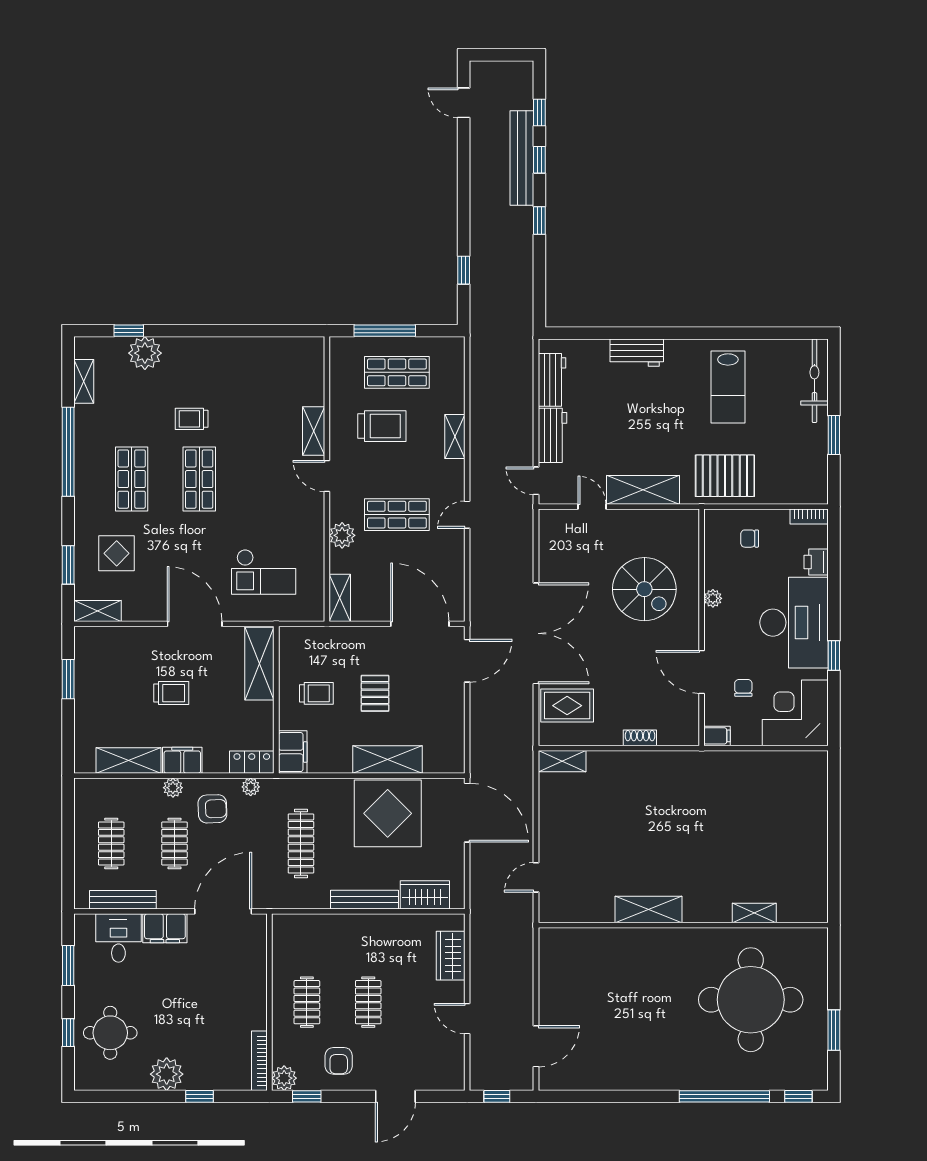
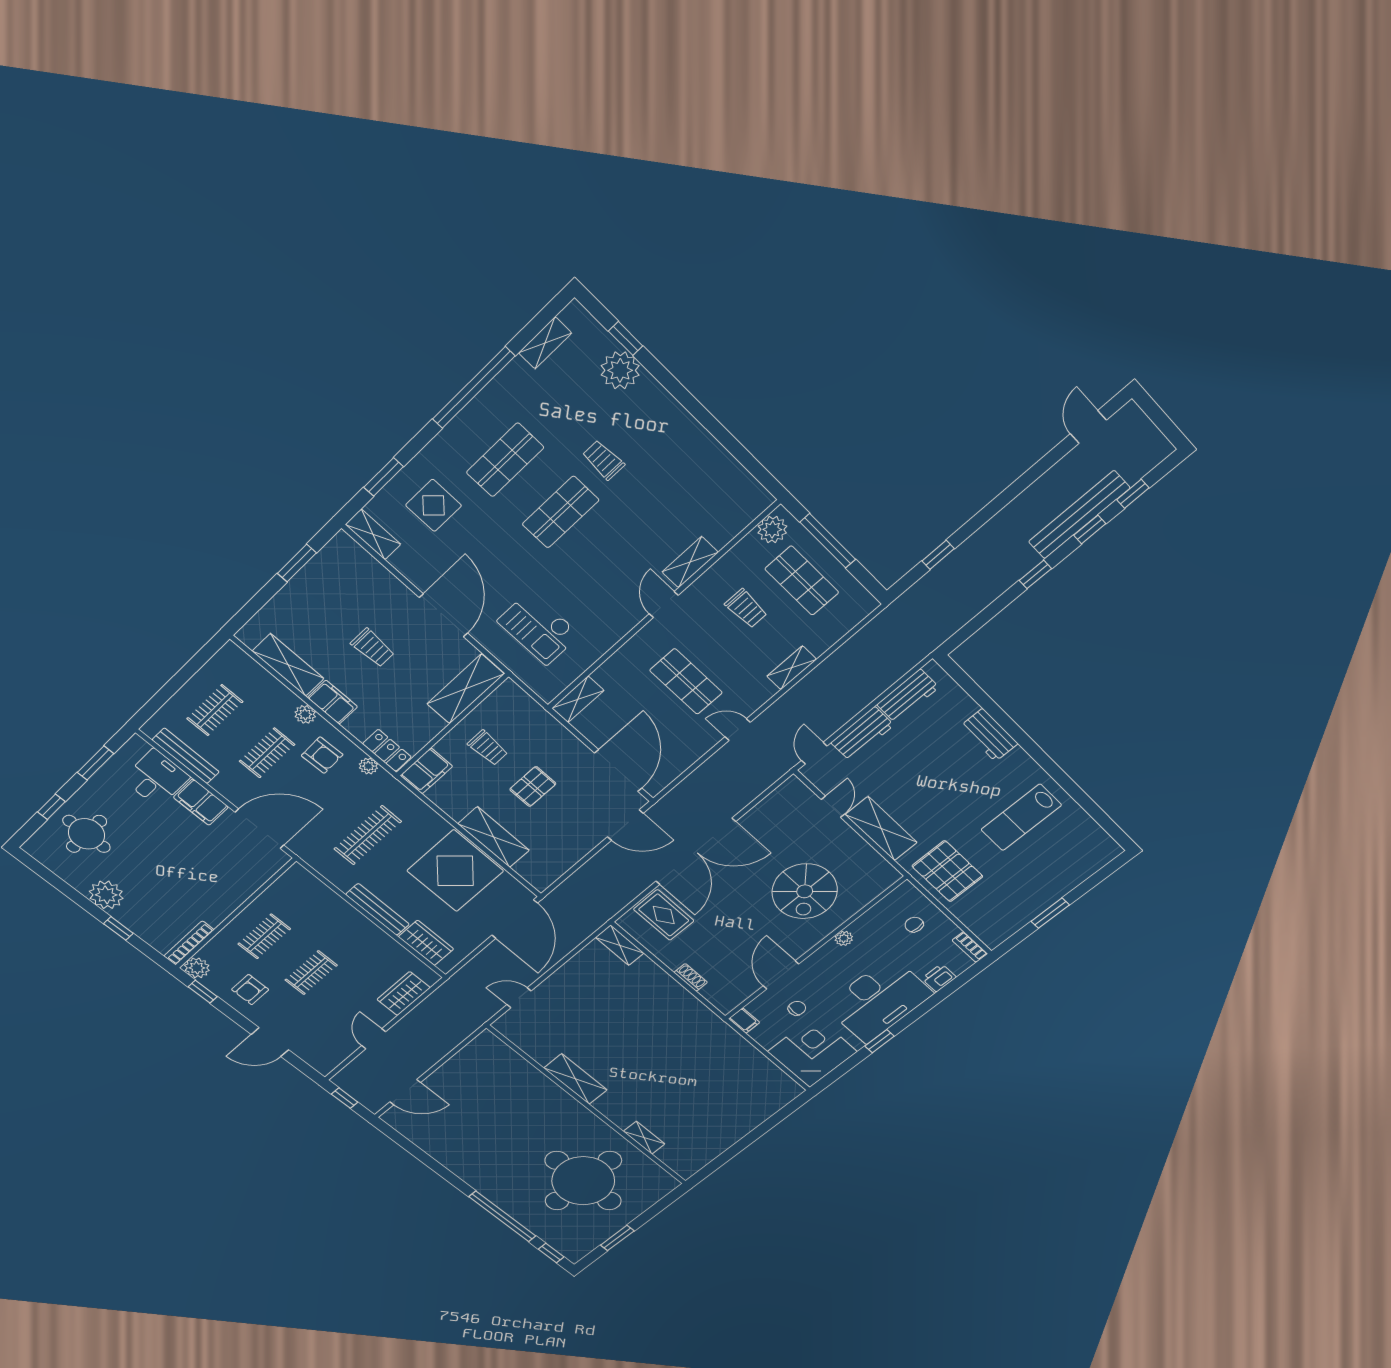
bicycle: (814, 381) -> (1082, 868), removed
trolley: (382, 426) -> (746, 608), width x0.73, depth x0.72
plant: (342, 535) -> (772, 530), moved

